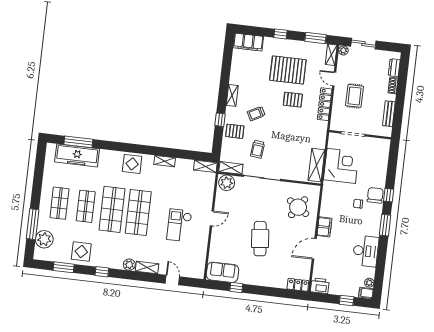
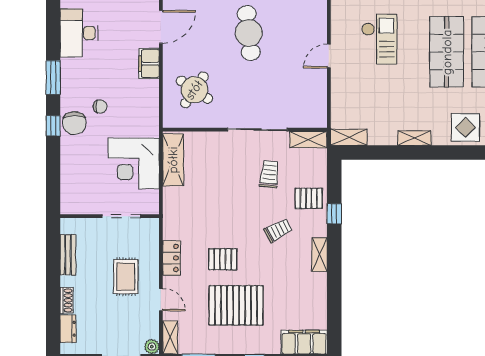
locker: (325, 104) -> (172, 258), width x0.66
plant: (227, 183) -> (312, 115), removed

